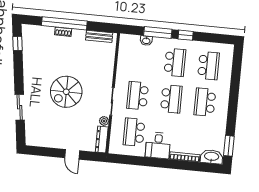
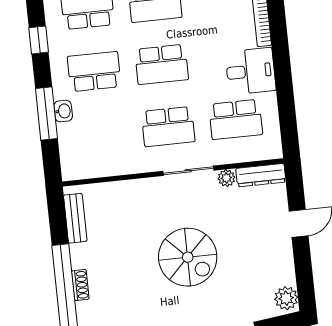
window: (186, 35) -> (39, 40), moved
washbasin: (146, 41) -> (63, 111), moved
school desk: (171, 99) -> (162, 64), turned 180
plant: (34, 140) -> (286, 298), added

